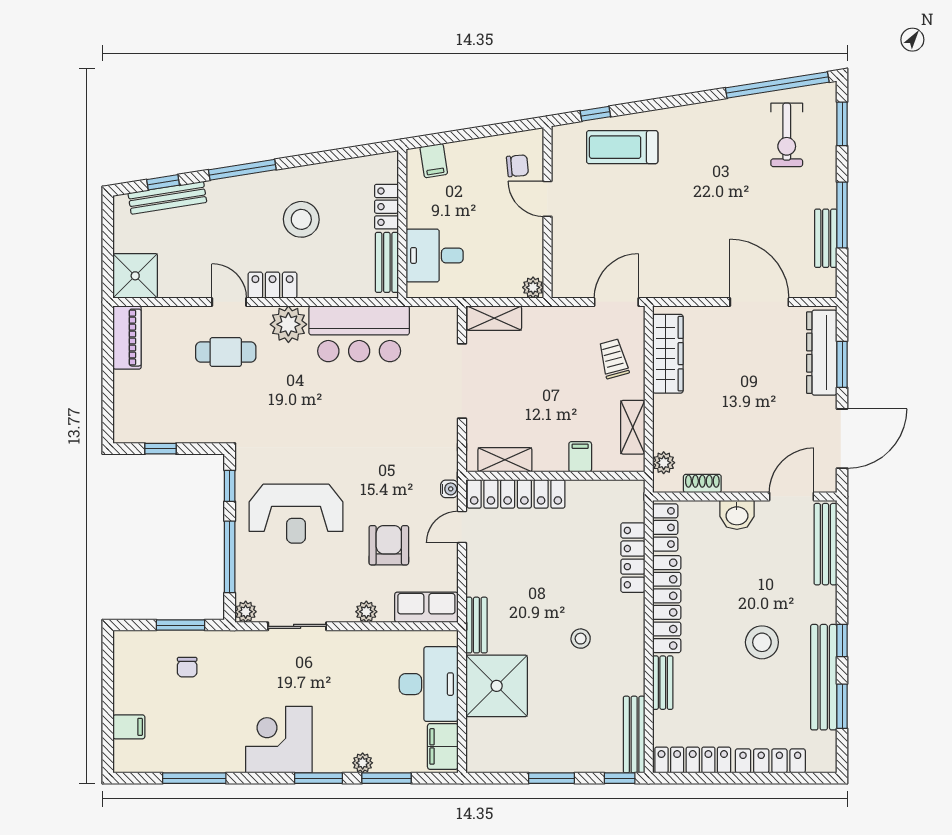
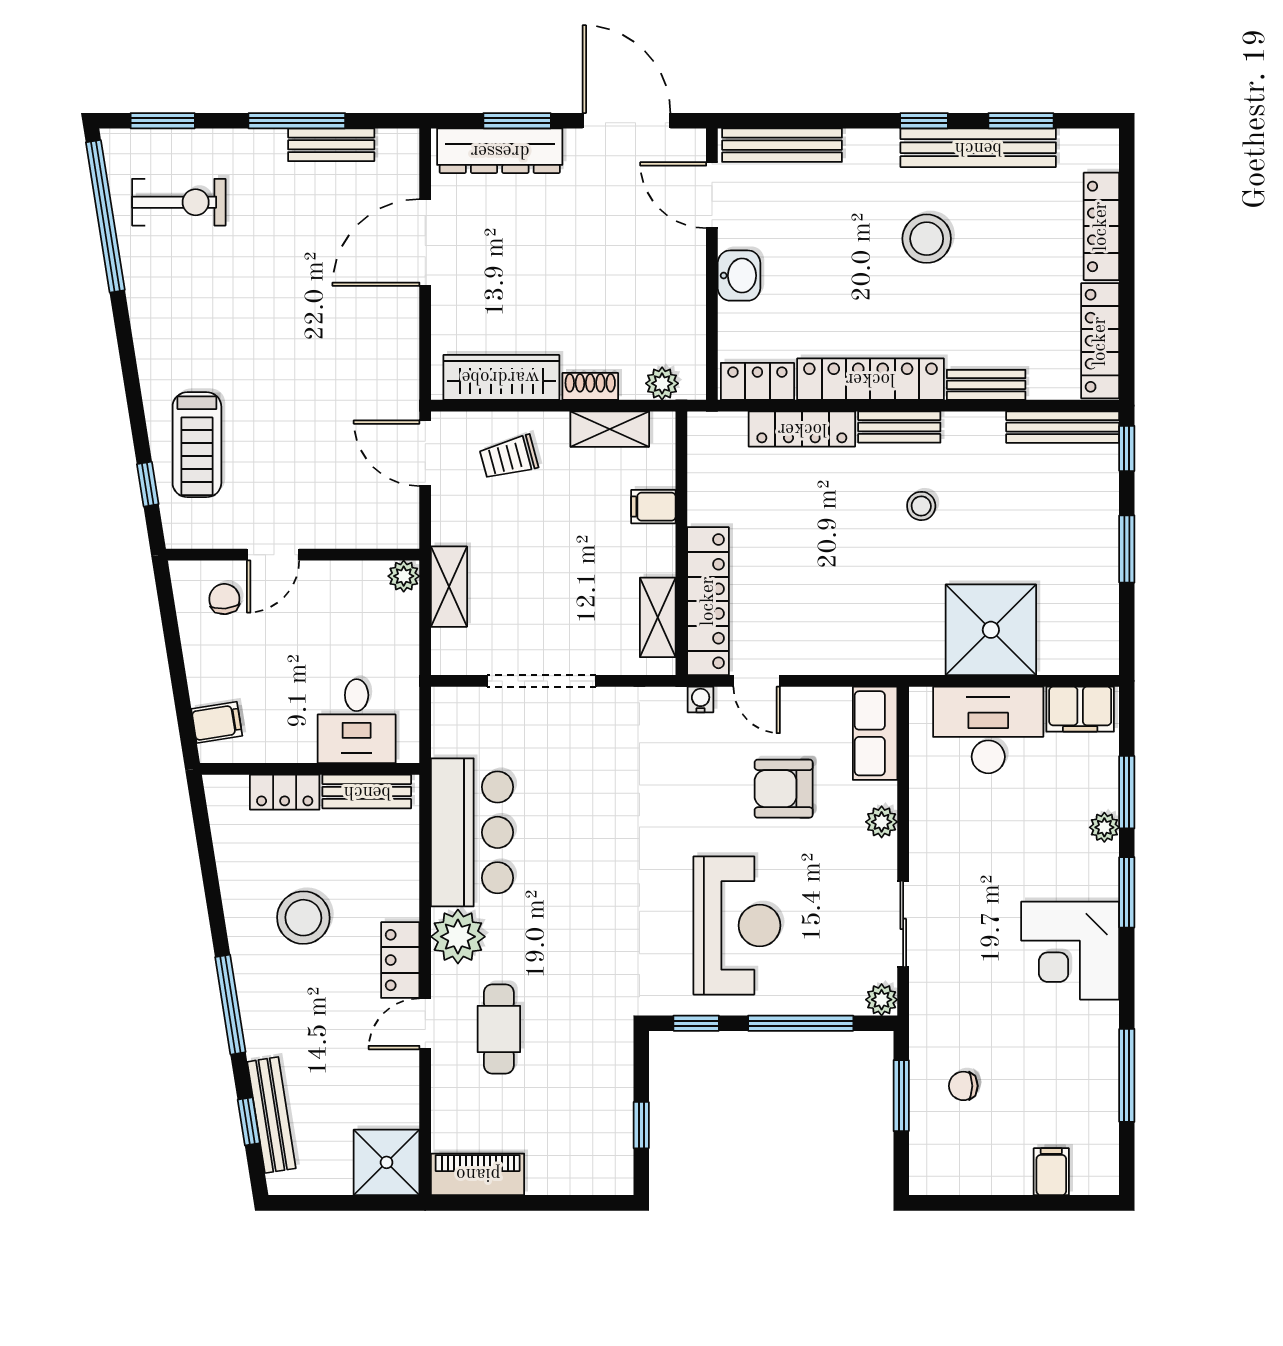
shelving: (494, 318) -> (449, 587), moved
shoe rack: (702, 484) -> (590, 386), moved, turned 90
bench: (476, 625) -> (899, 427), moved
chair: (187, 667) -> (963, 1086), turned 180

